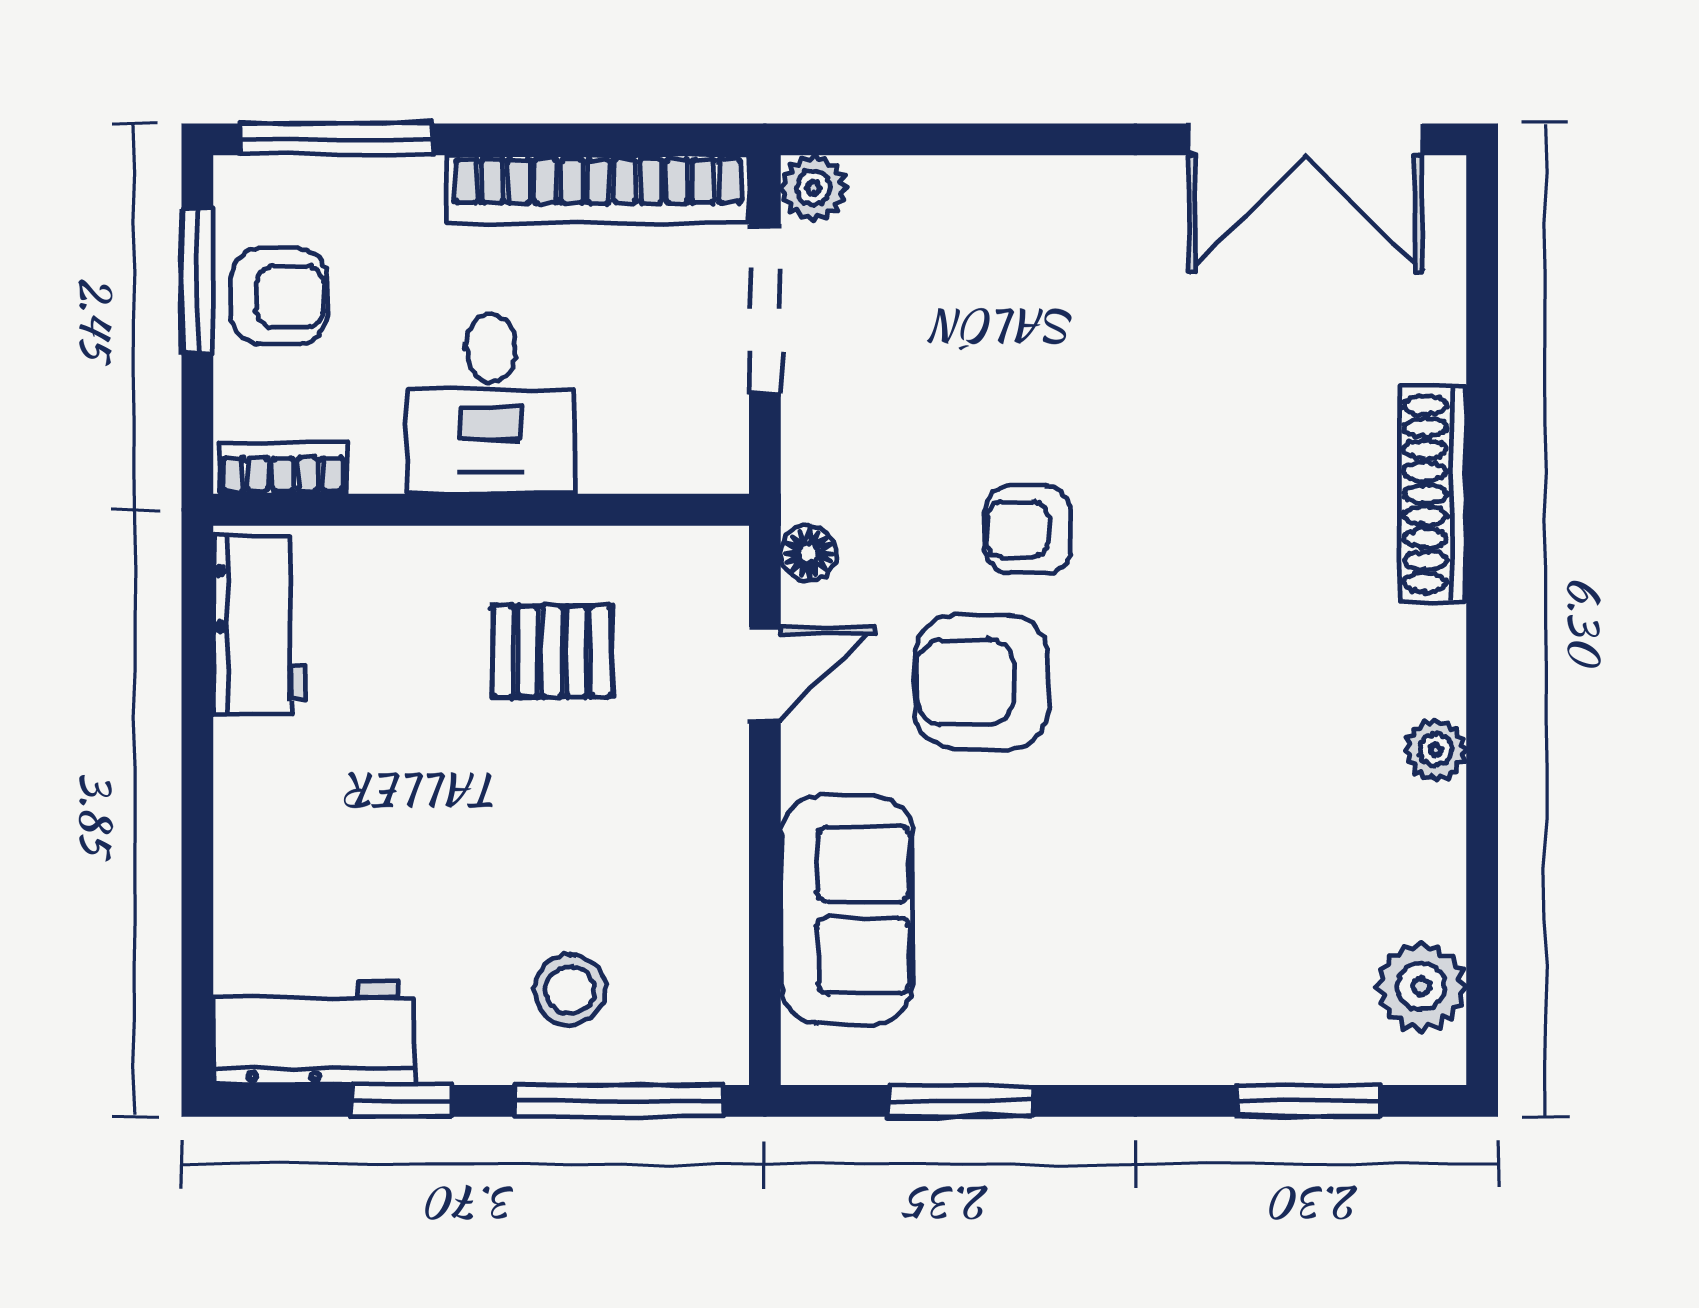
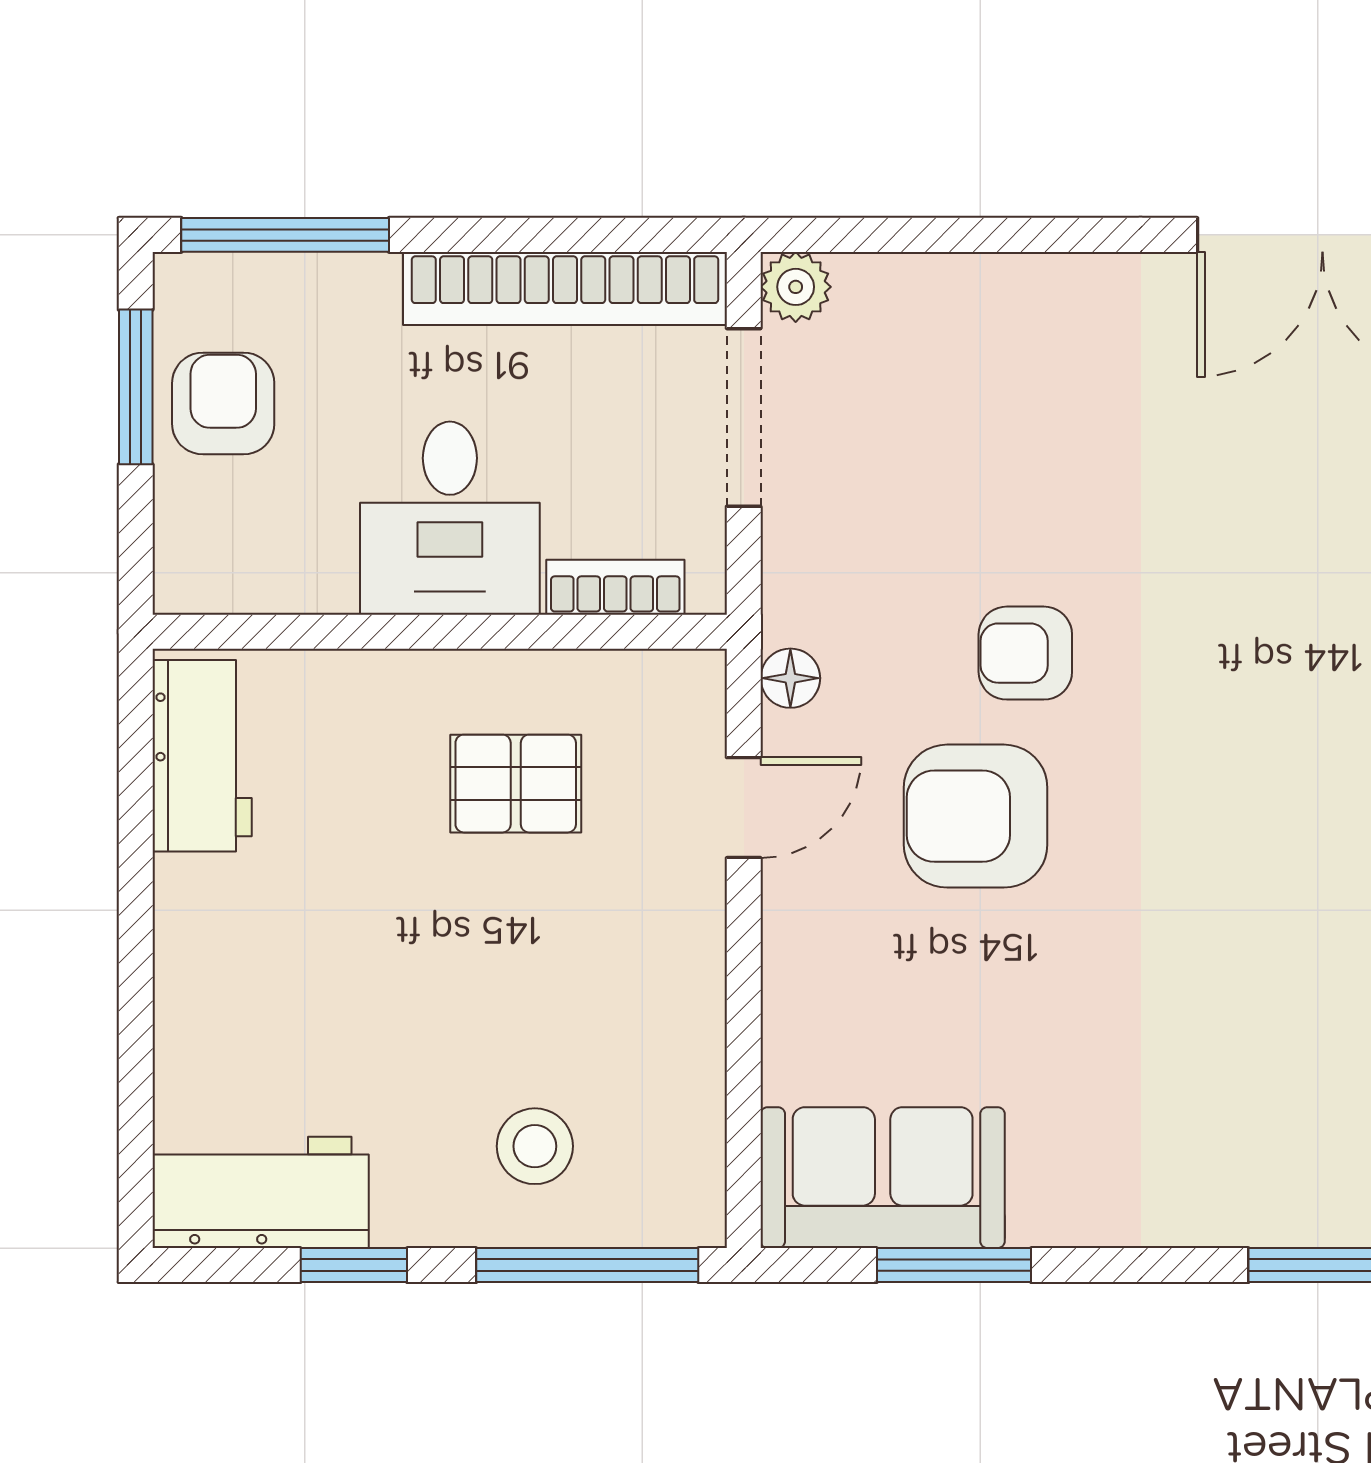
armchair: (279, 297) -> (223, 403), turned -90
bookcase: (283, 468) -> (615, 587), moved
sofa: (847, 910) -> (883, 1178), moved, turned -90

